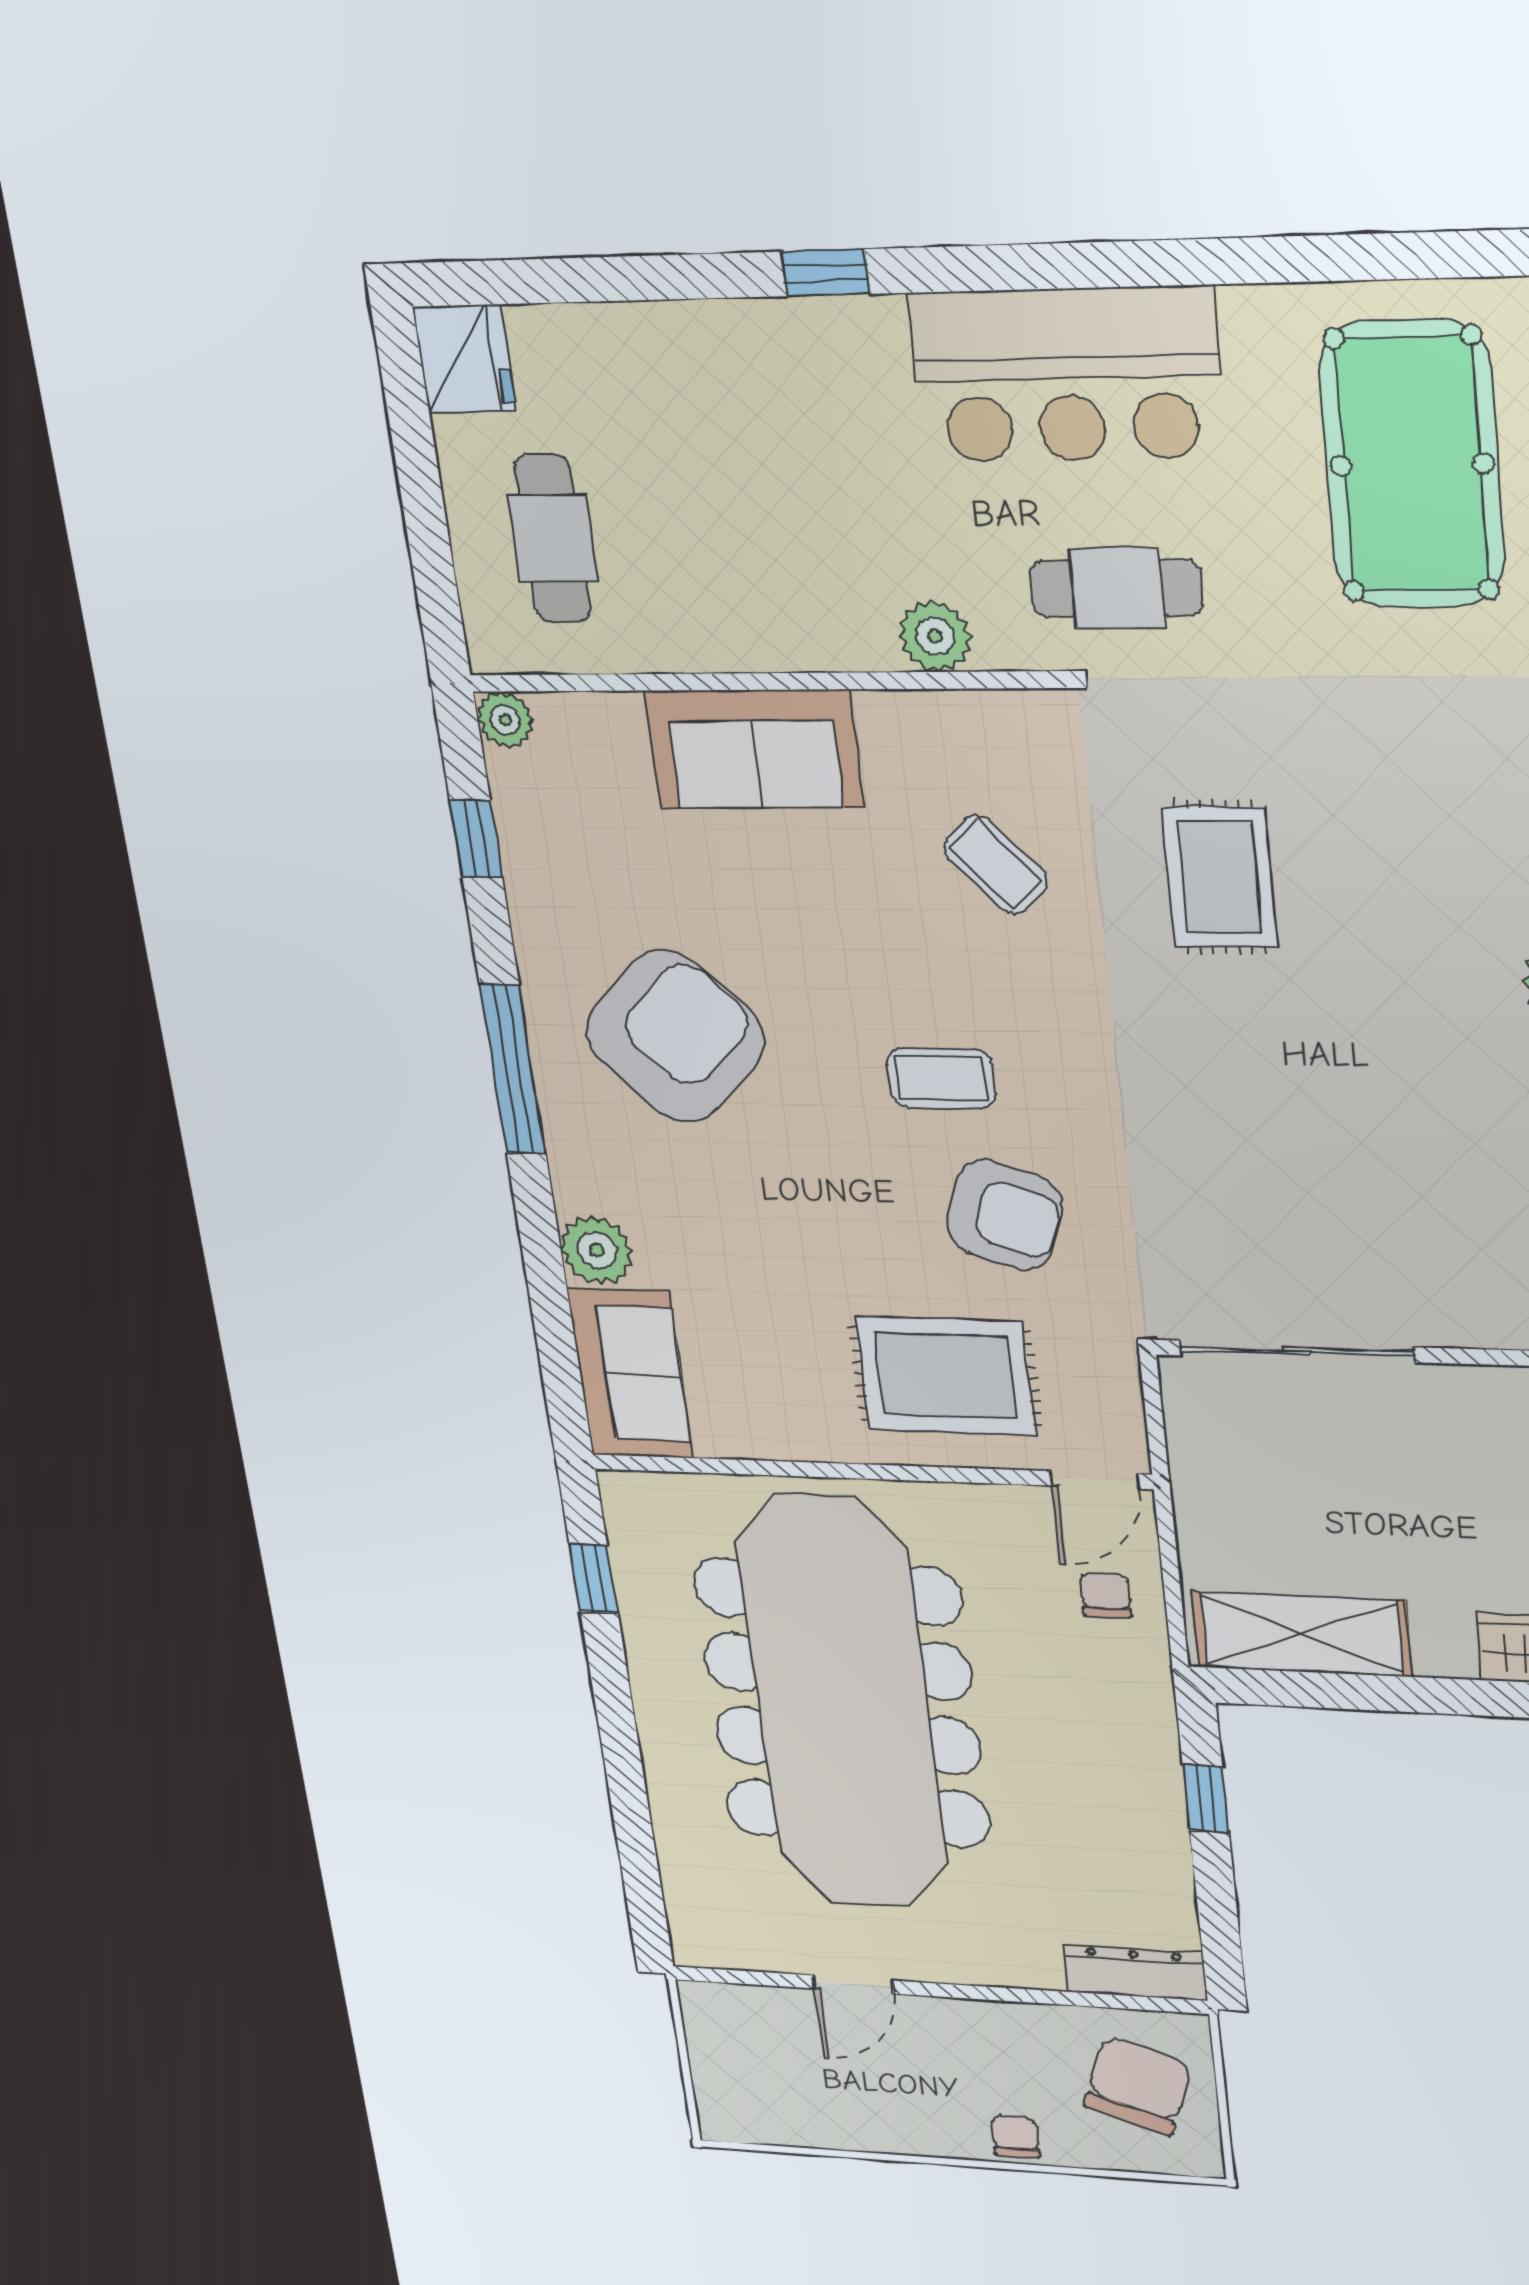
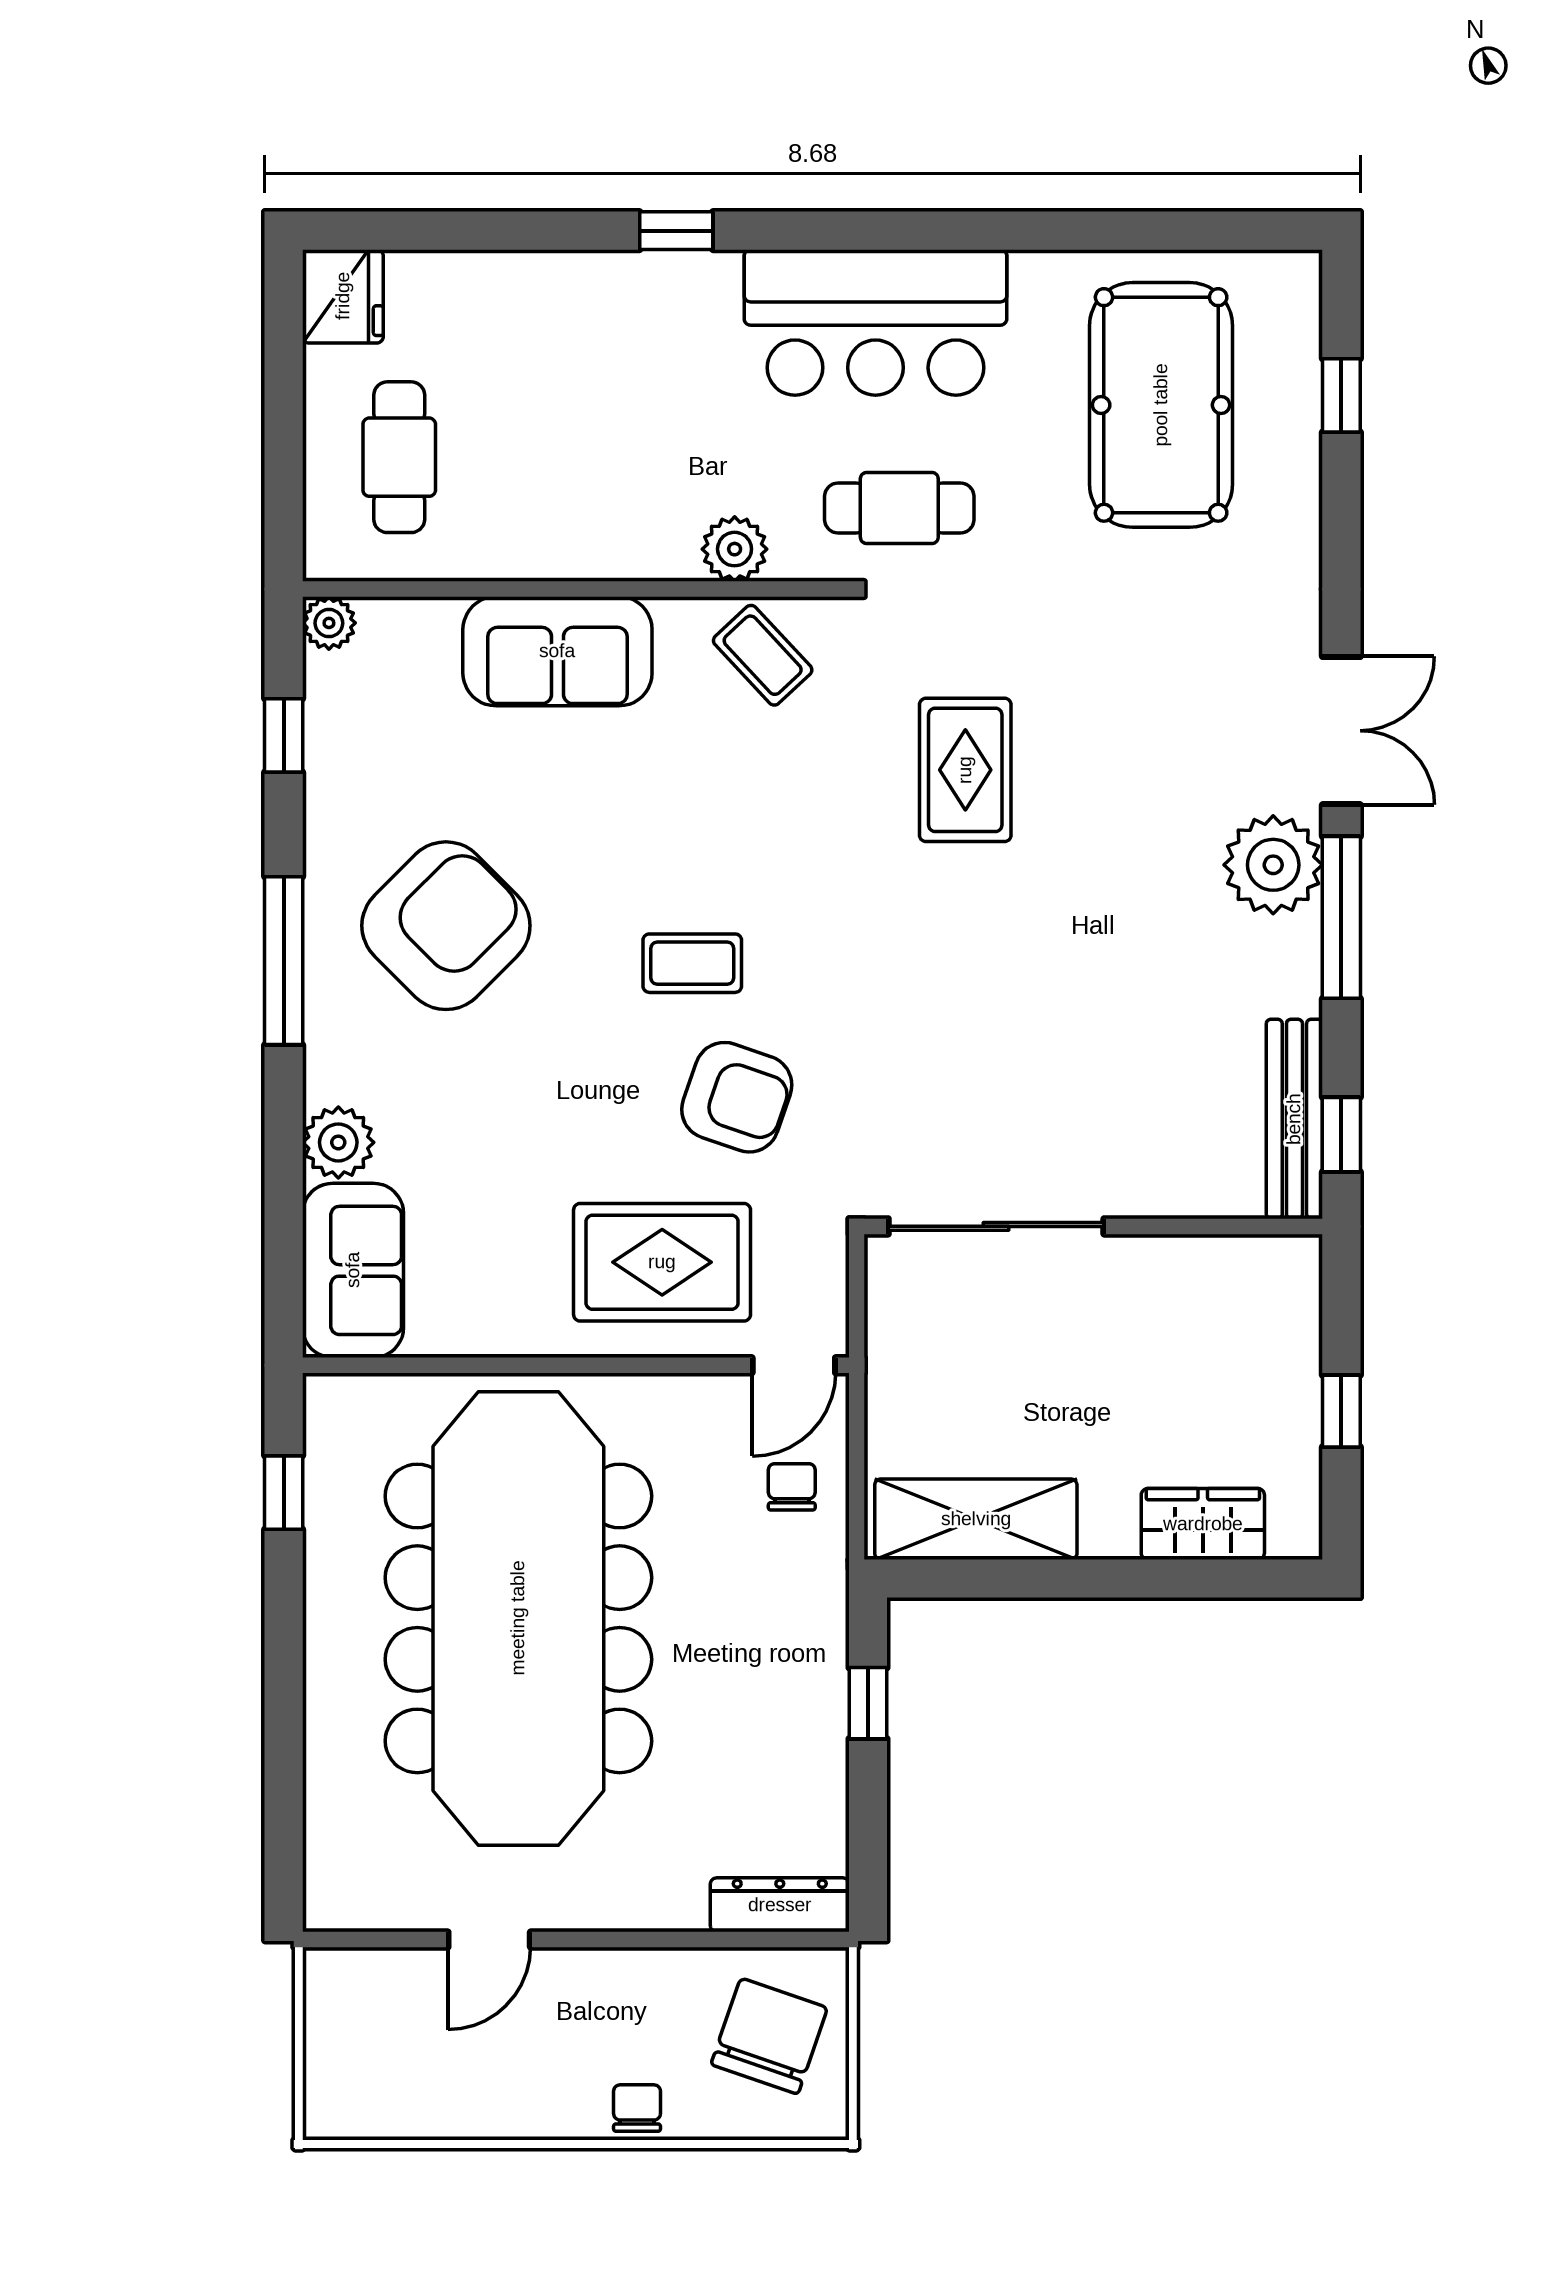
coffee table: (995, 864) -> (763, 655), moved

